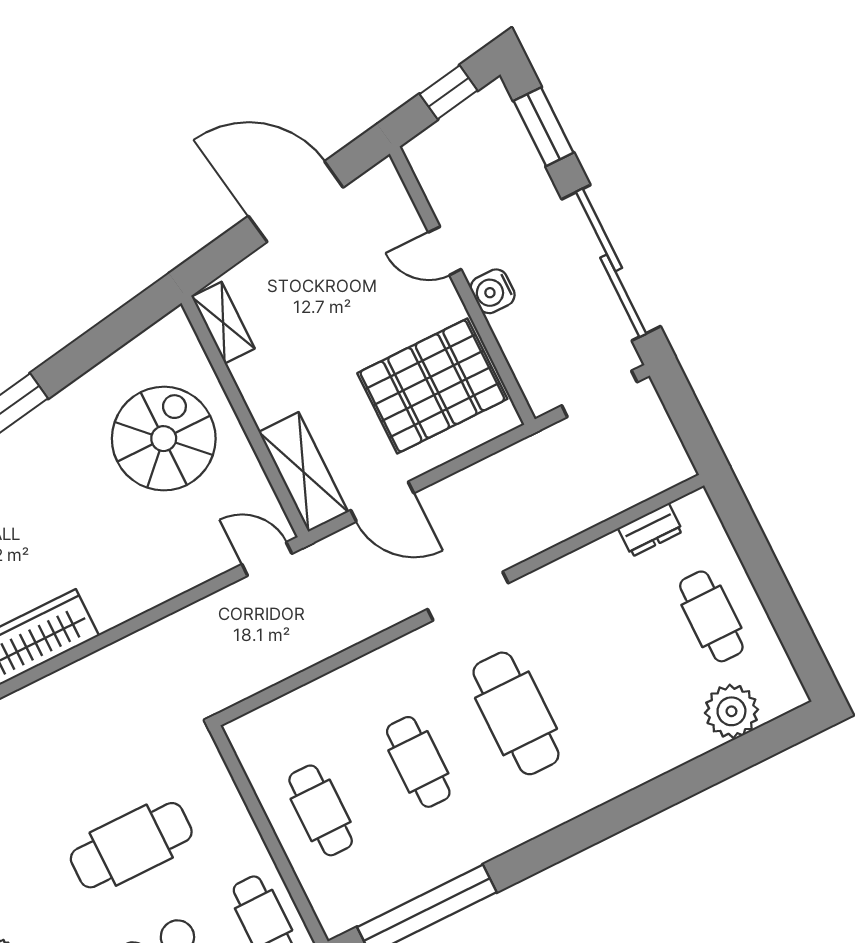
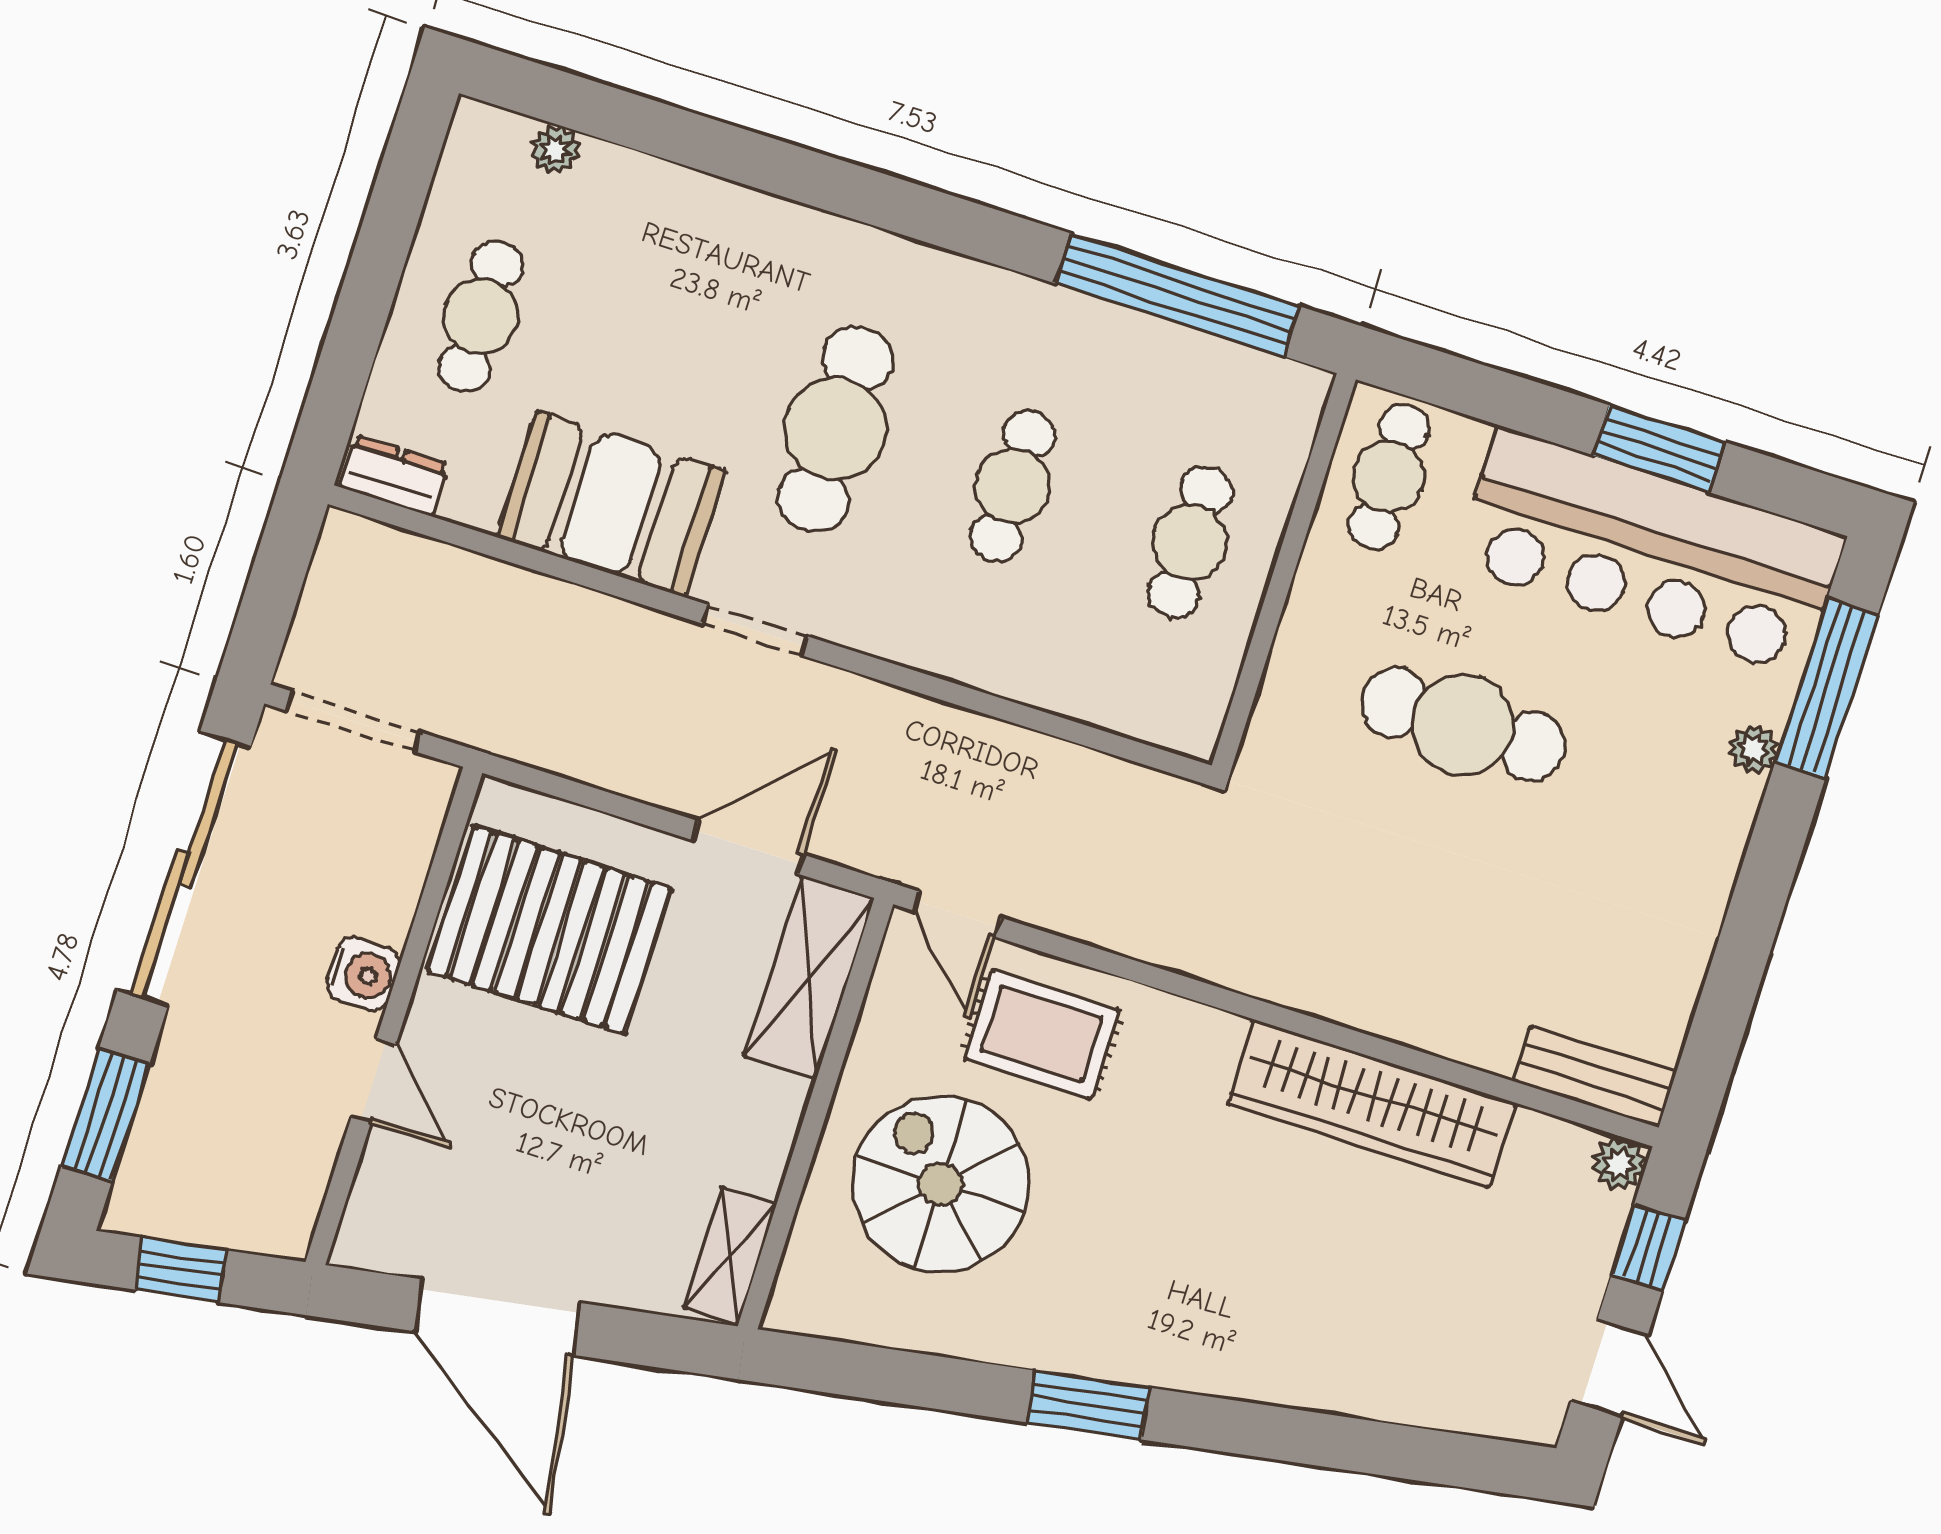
spiral stairs: (164, 439) -> (941, 1184), turned 90
door: (382, 502) -> (748, 847), hinge flipped
dresser: (650, 530) -> (394, 476), moved
rug: (182, 543) -> (1042, 1034), added
booth: (580, 590) -> (611, 504), added
doorway: (468, 596) -> (755, 630), width x0.73
plant: (731, 711) -> (555, 149), width x0.53, depth x0.53

